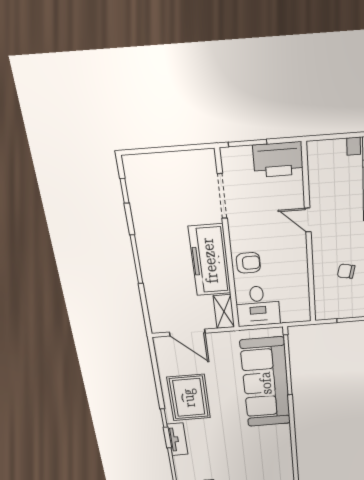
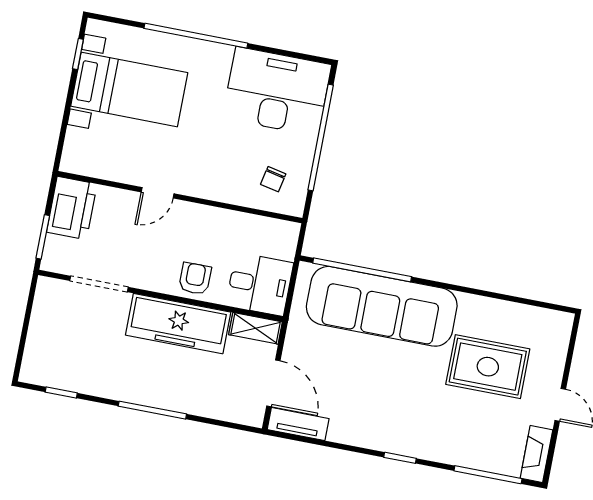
chair: (346, 271) -> (273, 179), moved
door: (187, 333) -> (273, 383), hinge flipped
rug: (189, 398) -> (488, 367), moved
tv unit: (178, 439) -> (298, 424), moved

